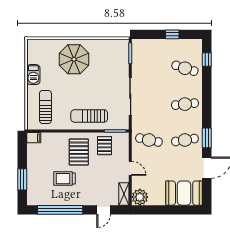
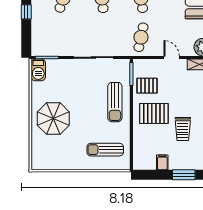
barbecue: (33, 75) -> (38, 70), moved, turned 90
filing cabinet: (34, 138) -> (162, 162), moved
door: (130, 168) -> (172, 57), hinge flipped

